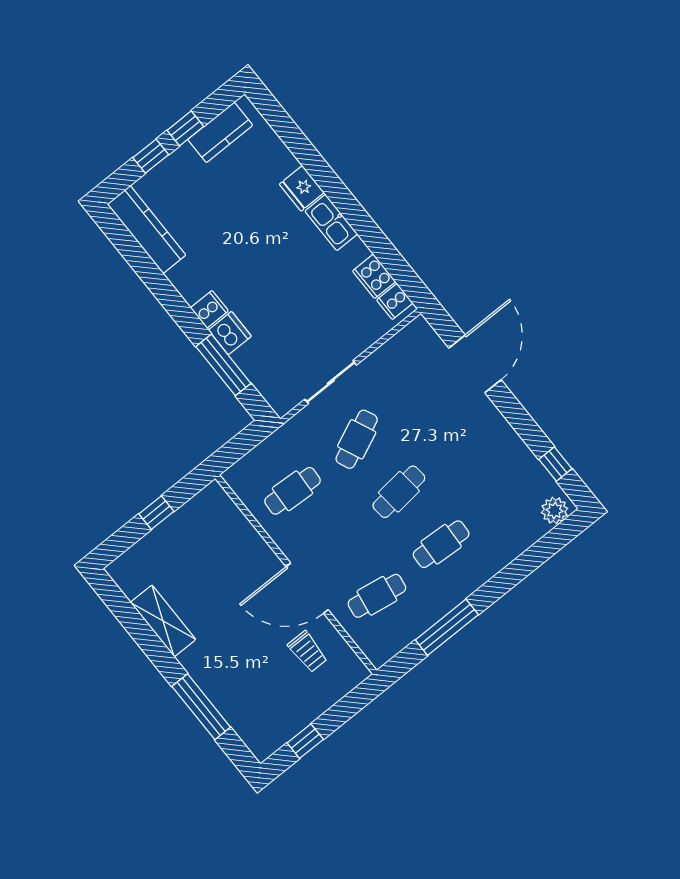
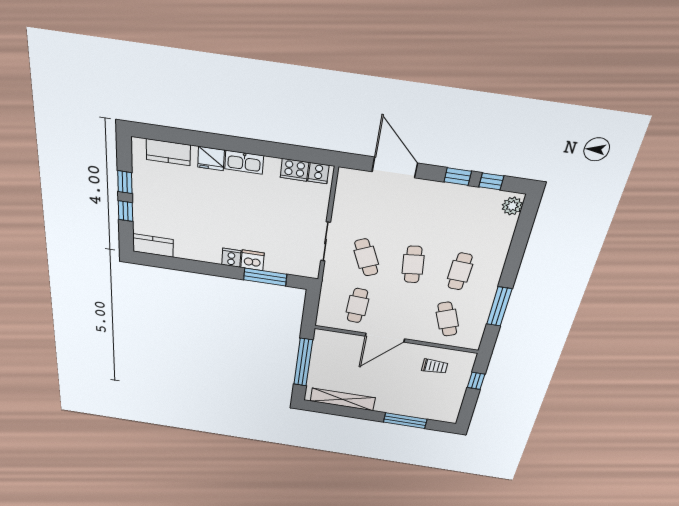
kitchen counter: (220, 132) -> (168, 152), moved, turned 90
kitchen counter: (147, 230) -> (153, 245), width x0.67
window: (527, 429) -> (458, 177), added
window: (156, 513) -> (303, 362), width x3.17
door: (307, 588) -> (385, 338), moved
cafe table: (377, 596) -> (447, 319), turned -30
shelving: (163, 621) -> (343, 399), width x1.47
window: (305, 741) -> (476, 381), moved

